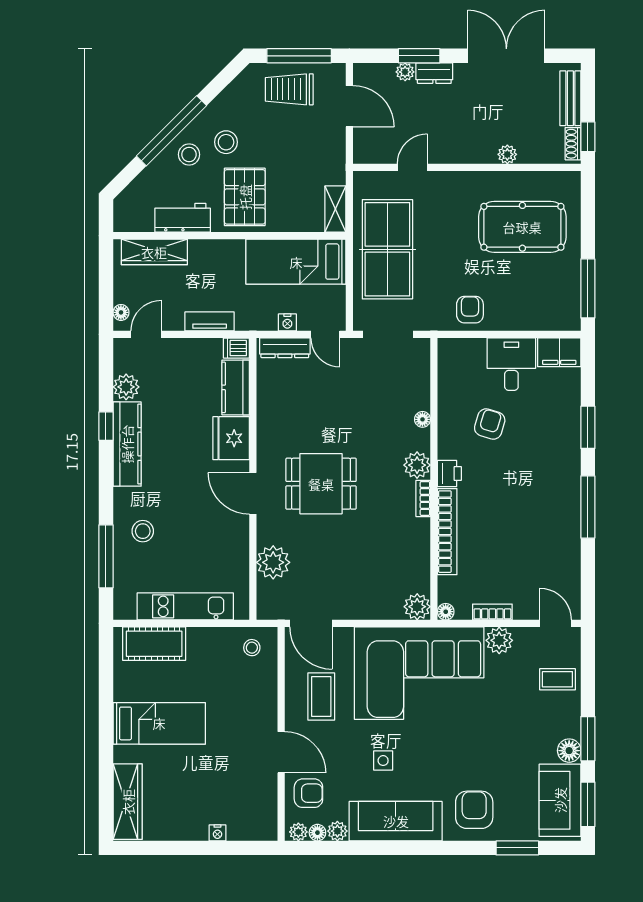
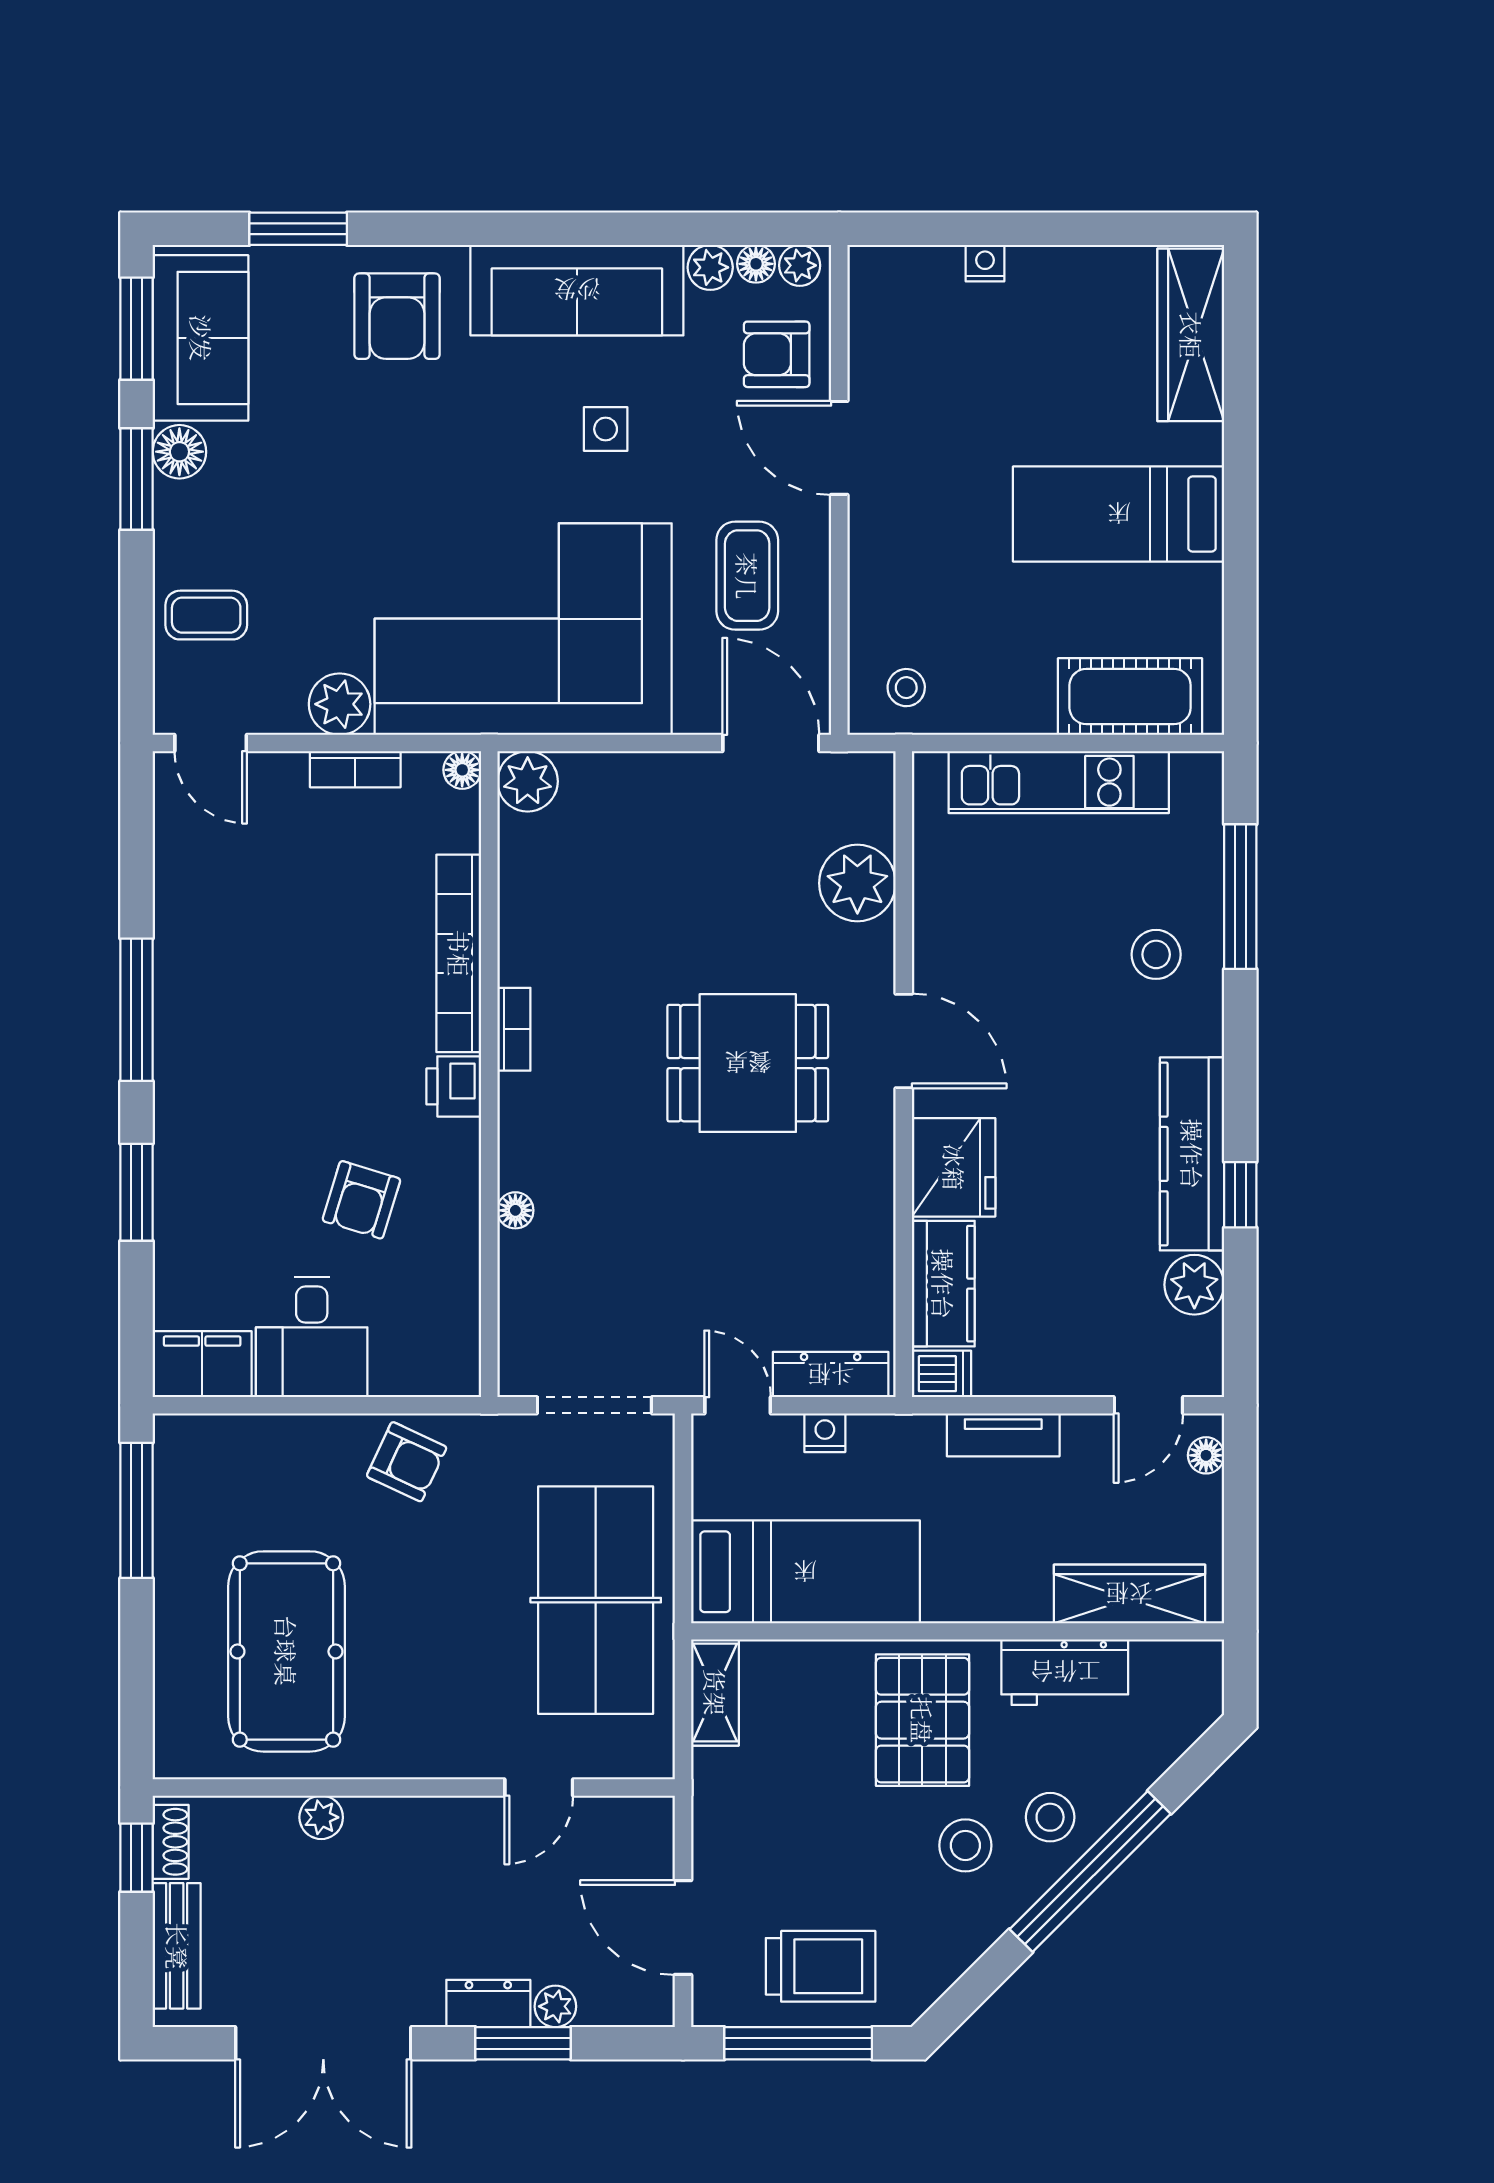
pool table: (522, 227) -> (286, 1651), turned 90
armchair: (470, 310) -> (407, 1462), turned -65
plant: (417, 465) -> (528, 1106), removed

